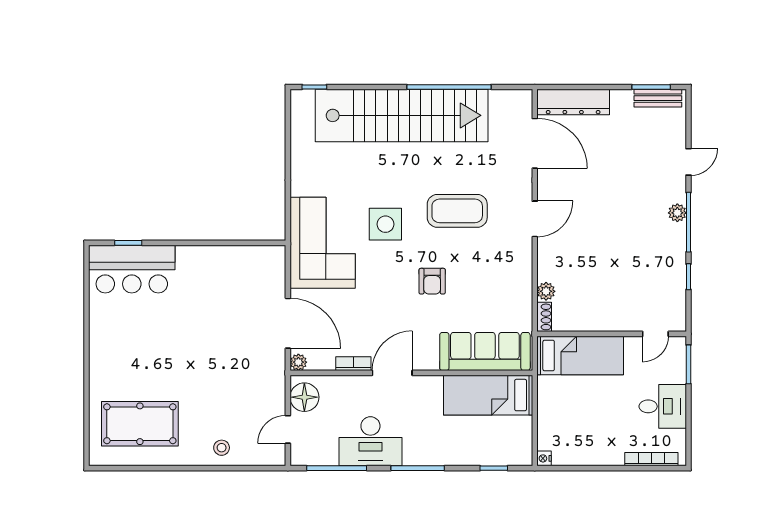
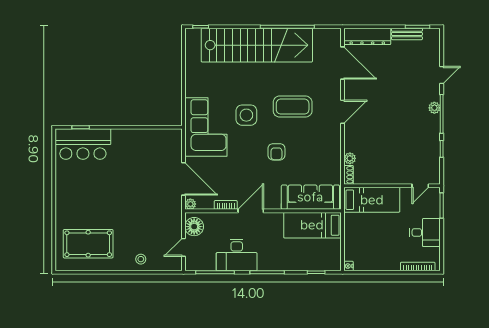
bench: (658, 98) -> (407, 34), moved

